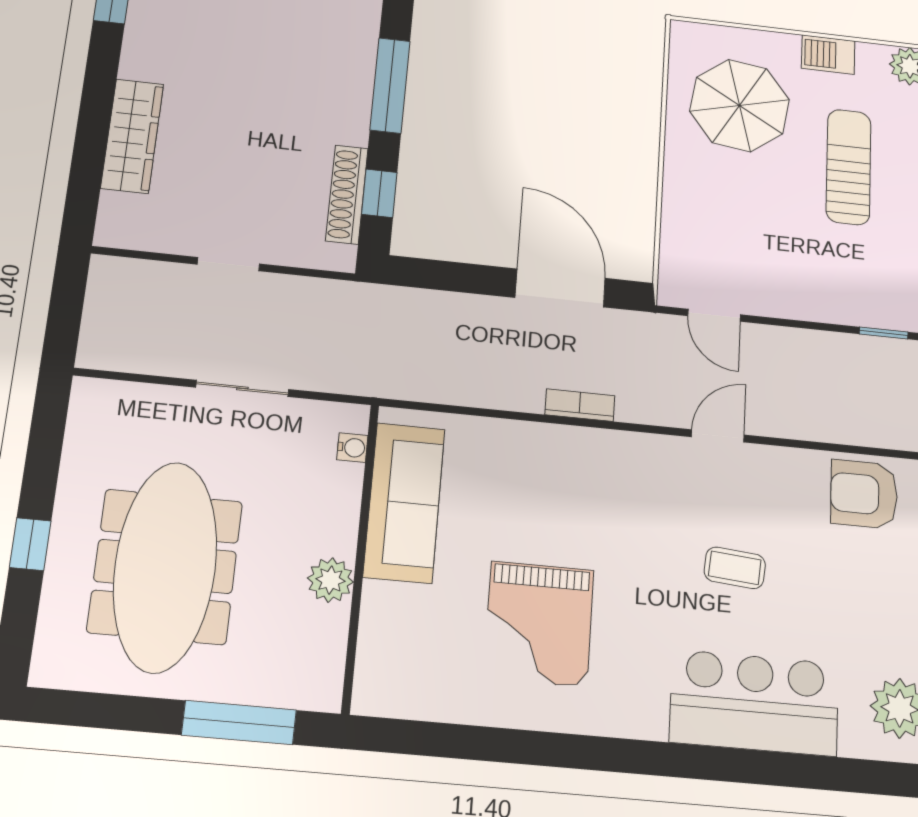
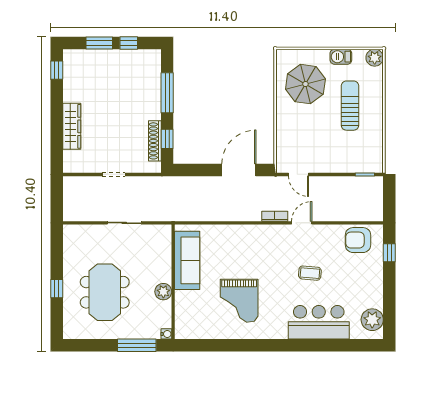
door: (560, 288) -> (239, 170), hinge flipped
bookcase: (580, 405) -> (275, 216), moved
water cooler: (352, 448) -> (166, 334), moved
meeting table: (165, 566) -> (105, 292), width x0.73

